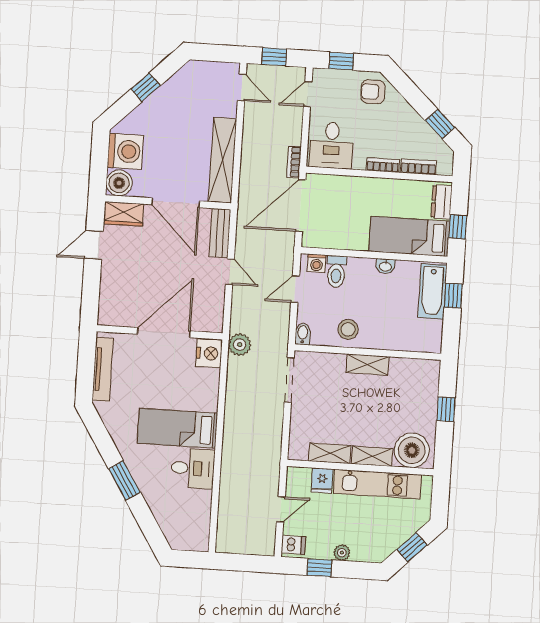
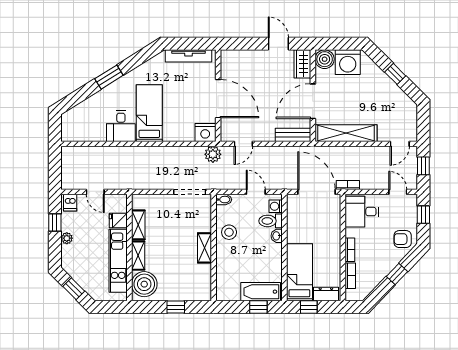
armchair: (373, 92) -> (403, 239), turned -90
window: (440, 124) -> (397, 274), moved
washbasin: (385, 266) -> (277, 236), moved
door: (230, 272) -> (243, 144), moved

